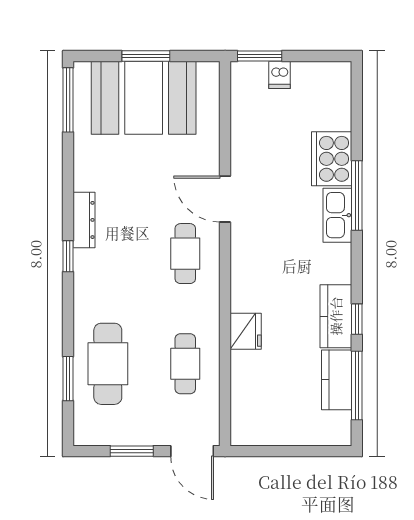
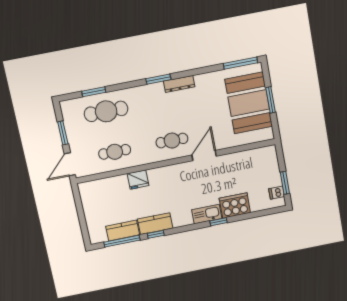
window: (260, 56) -> (285, 183), moved
dishwasher: (280, 75) -> (277, 193), moved
window: (357, 196) -> (219, 222), width x0.46
window: (68, 256) -> (158, 79), width x1.50

